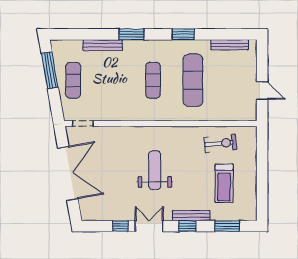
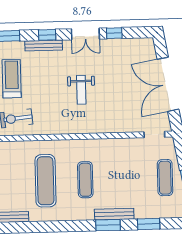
window: (183, 34) -> (149, 224), moved
bench: (103, 45) -> (114, 214), moved
weight bench: (155, 170) -> (81, 90), width x0.73, depth x0.75

